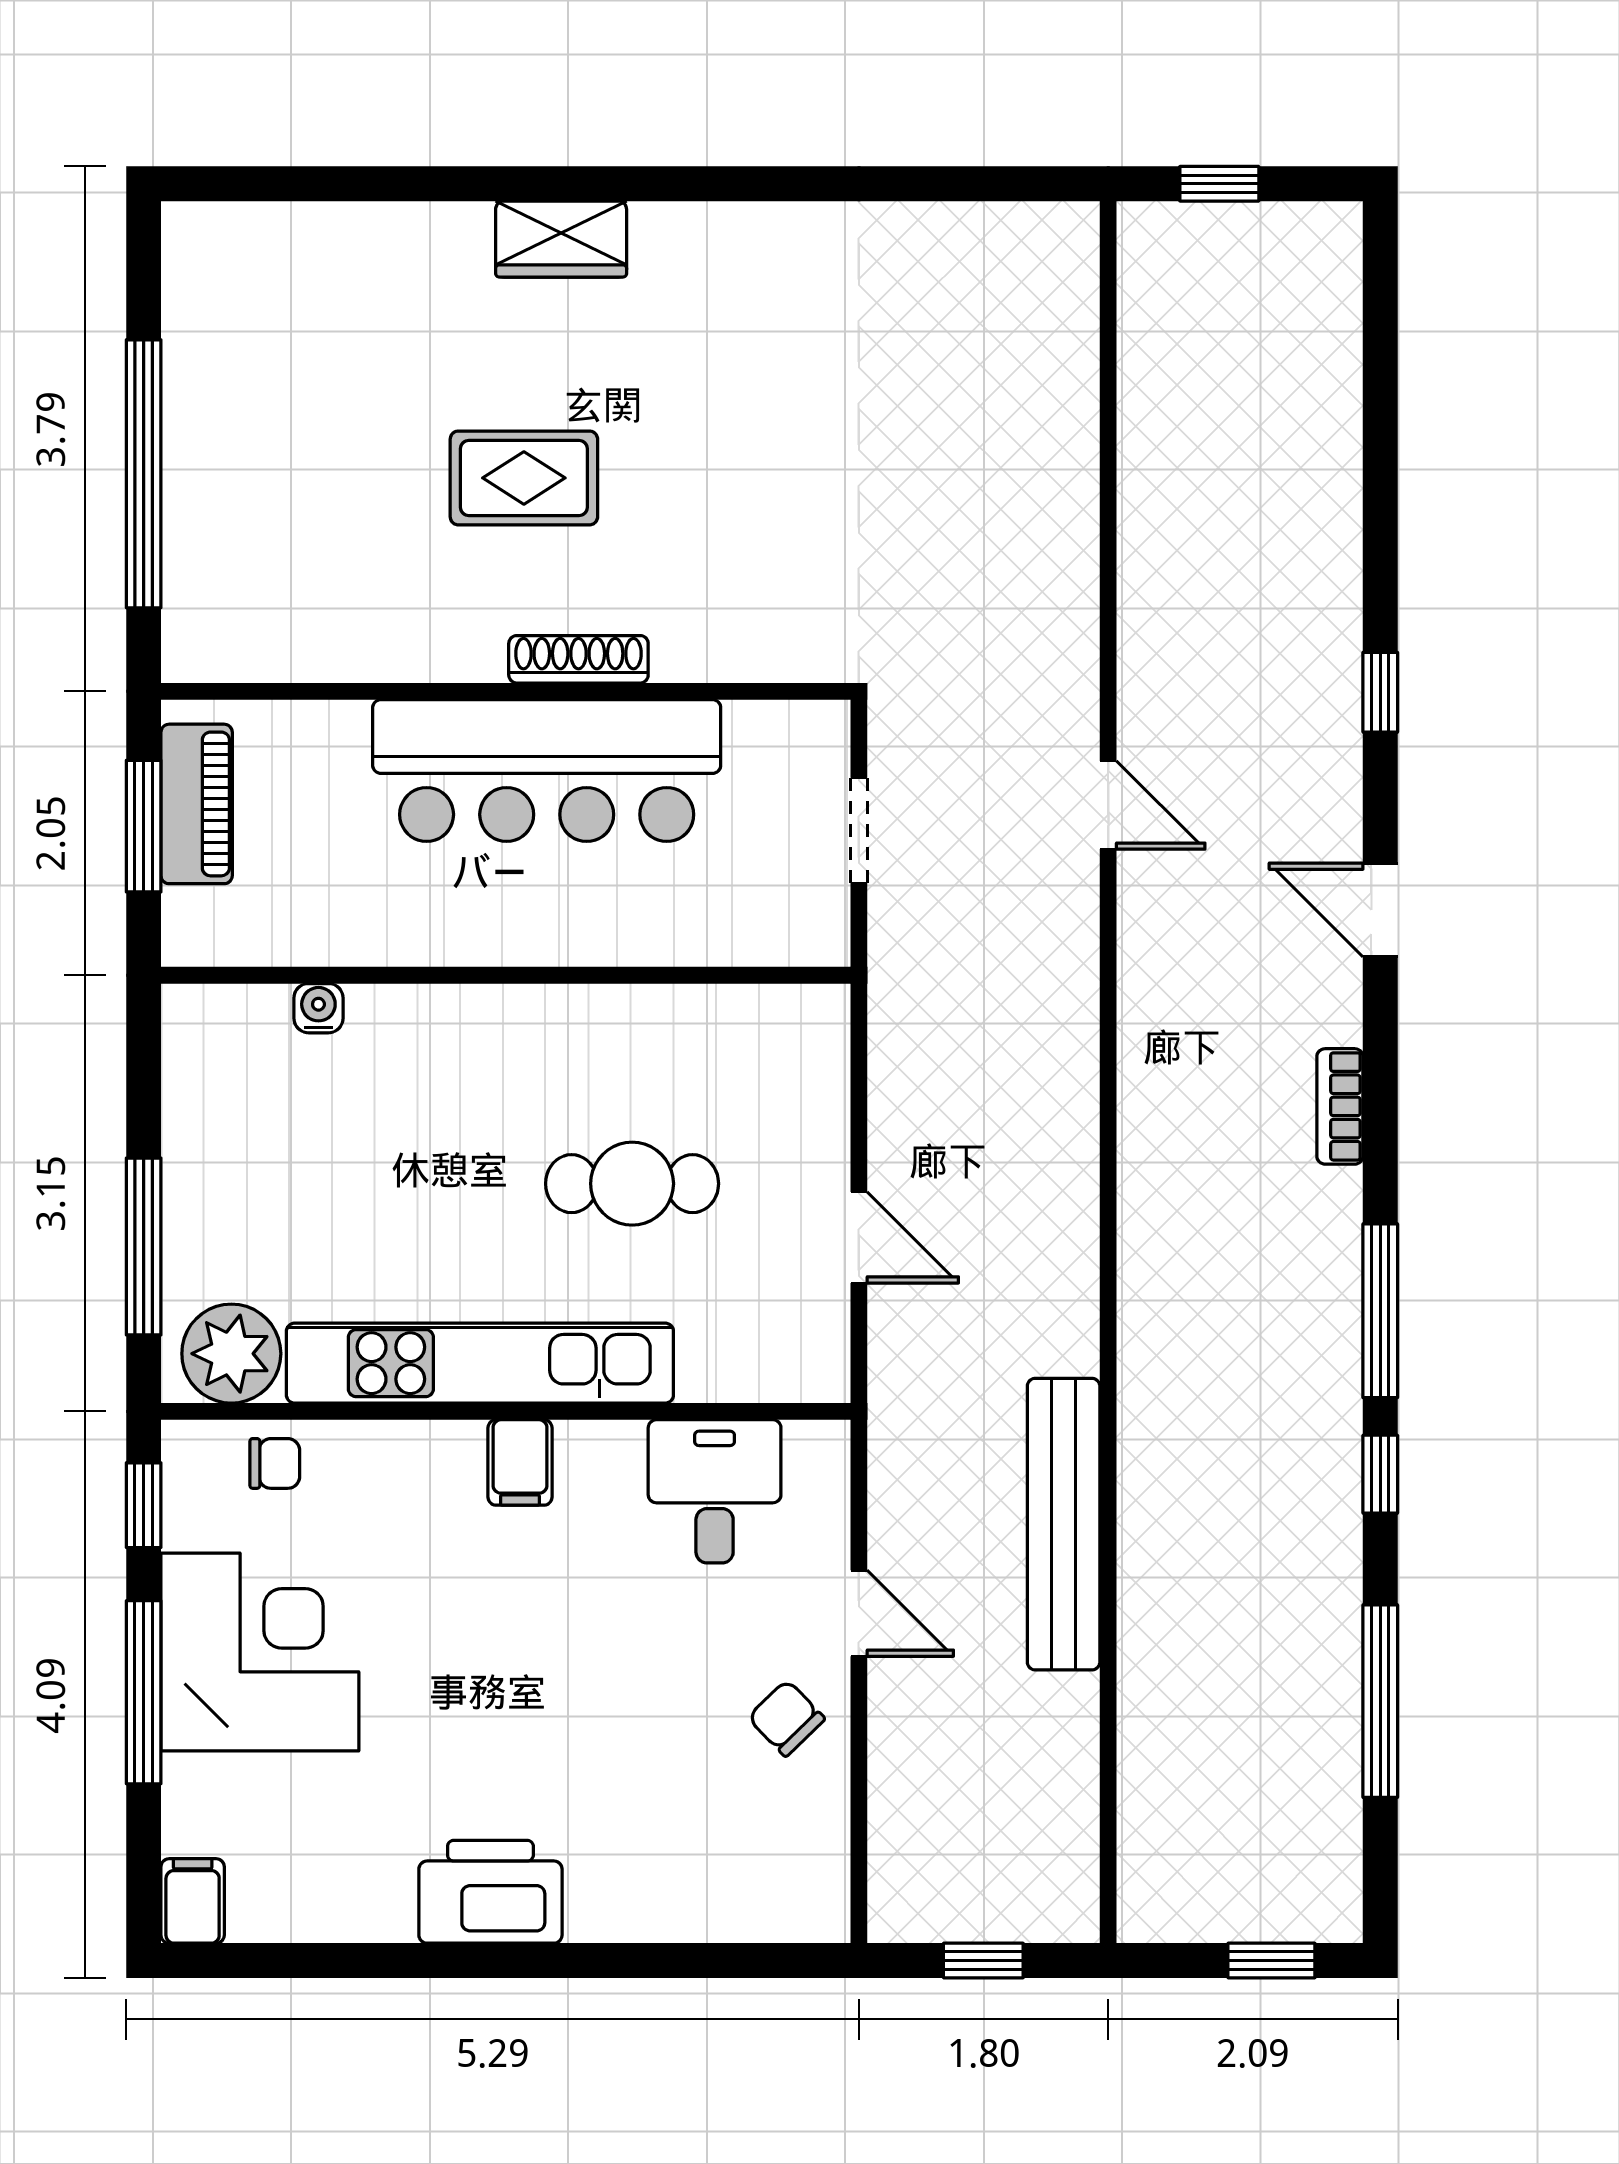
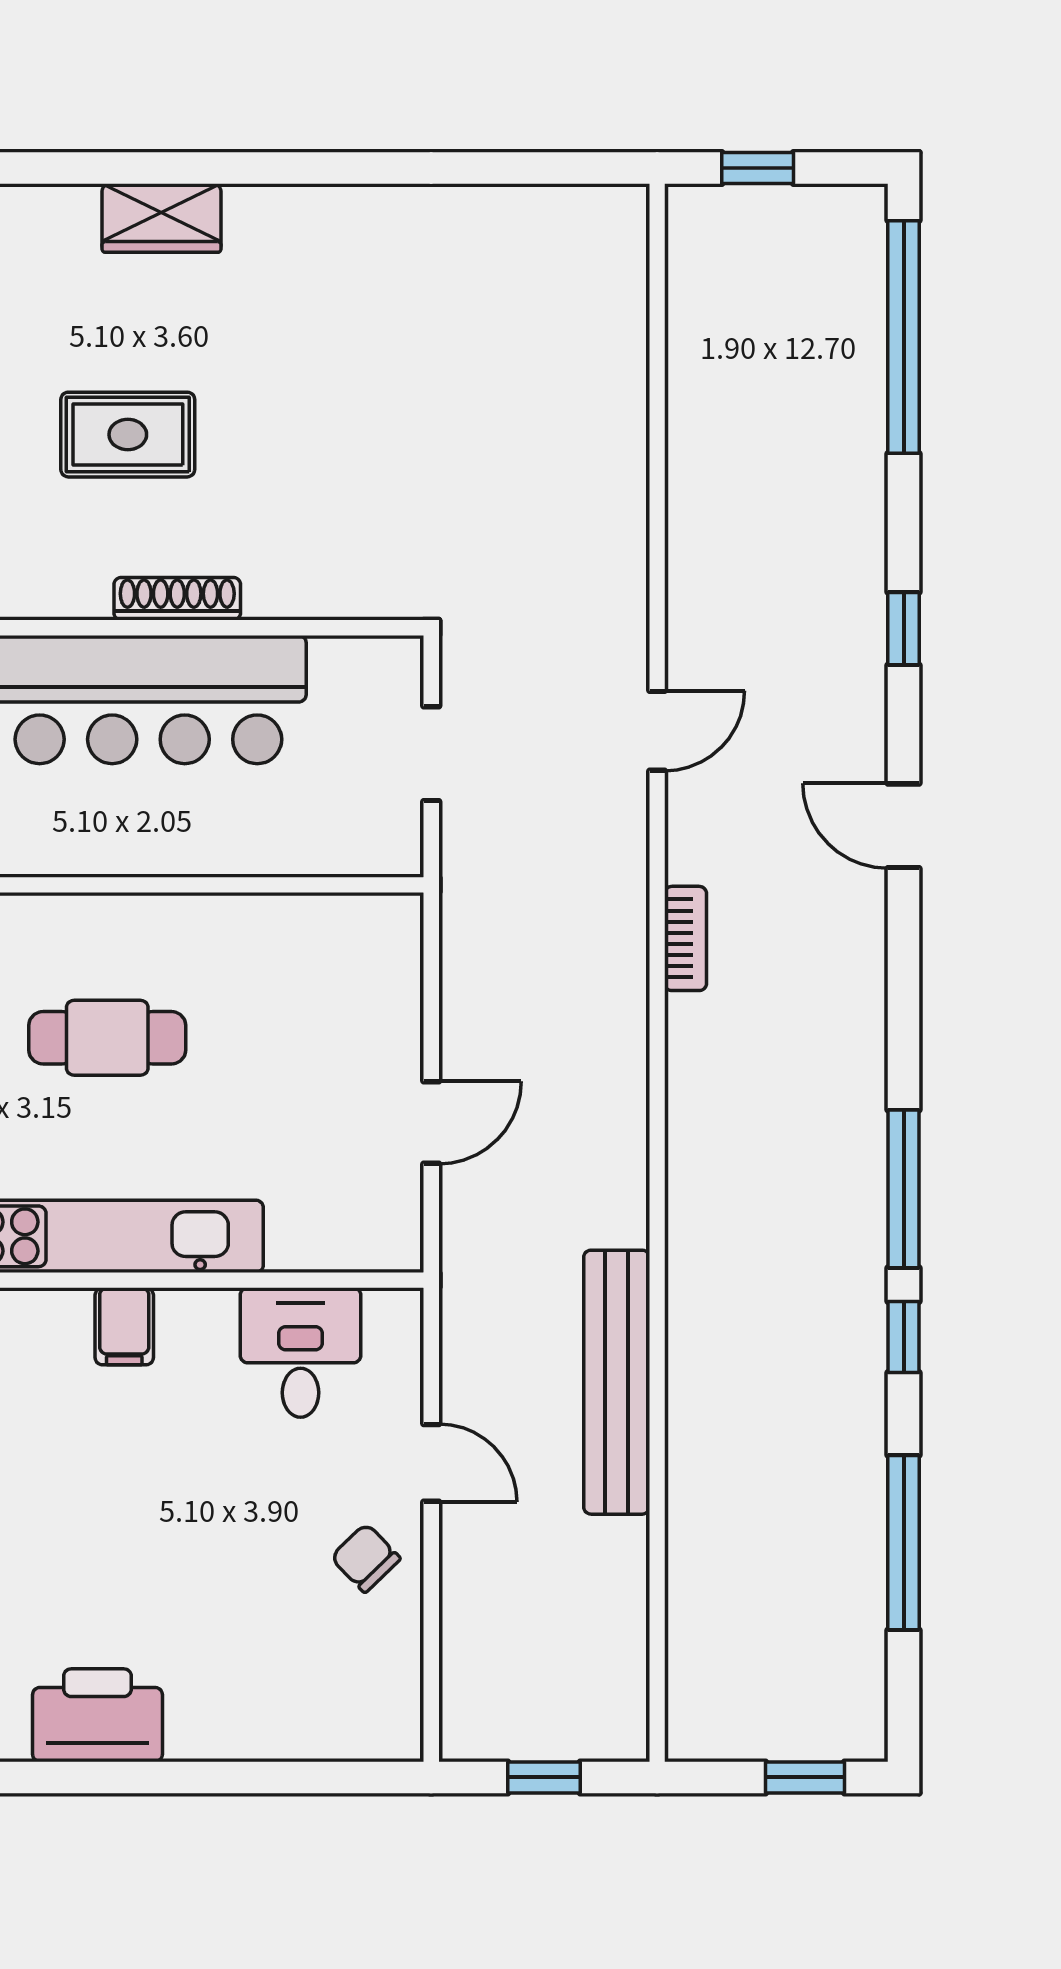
window: (1380, 370) -> (904, 337), added
door: (1108, 805) -> (657, 731), hinge flipped
bookcase: (1340, 1106) -> (685, 938), moved, turned 180
cafe table: (632, 1184) -> (107, 1038), moved
door: (859, 1237) -> (431, 1123), hinge flipped

